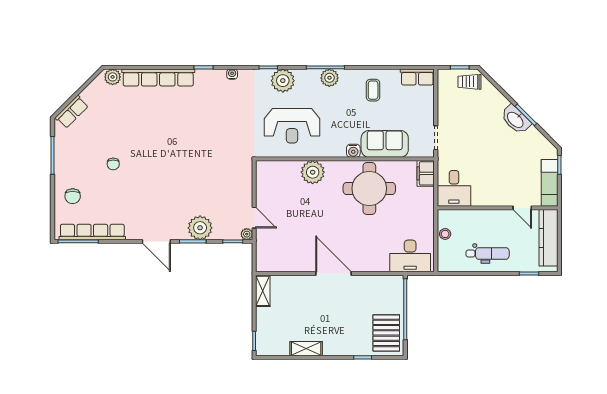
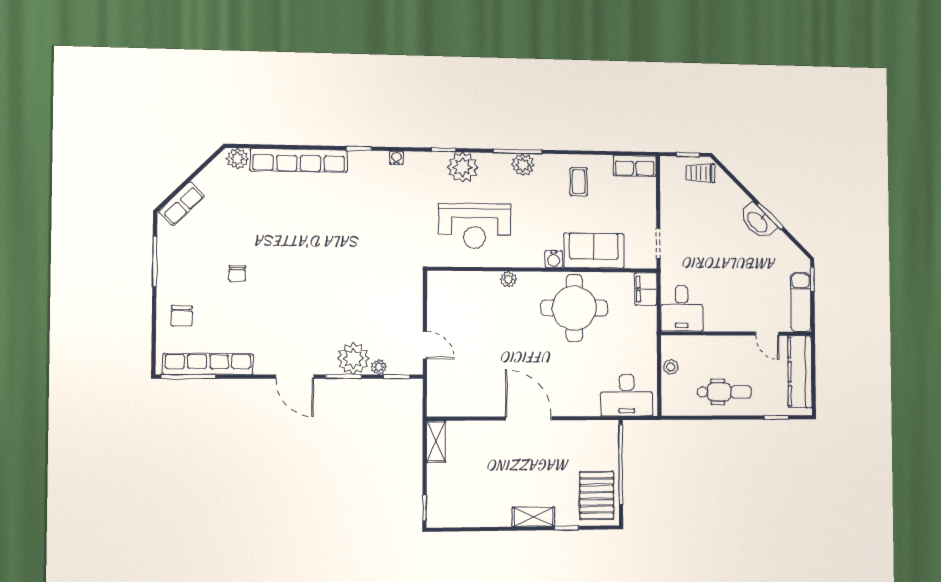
plant: (313, 172) -> (508, 279), width x0.53, depth x0.53
plant: (247, 234) -> (379, 367), moved
shelving: (306, 349) -> (533, 517), moved

